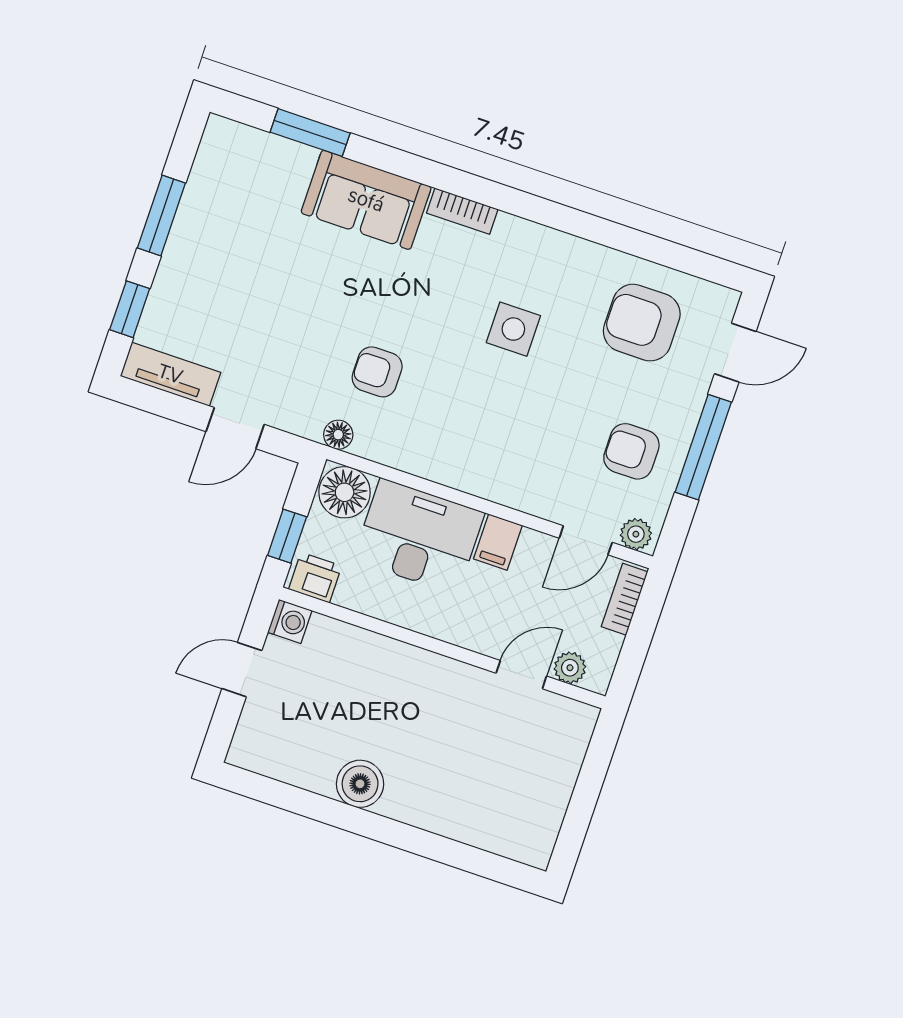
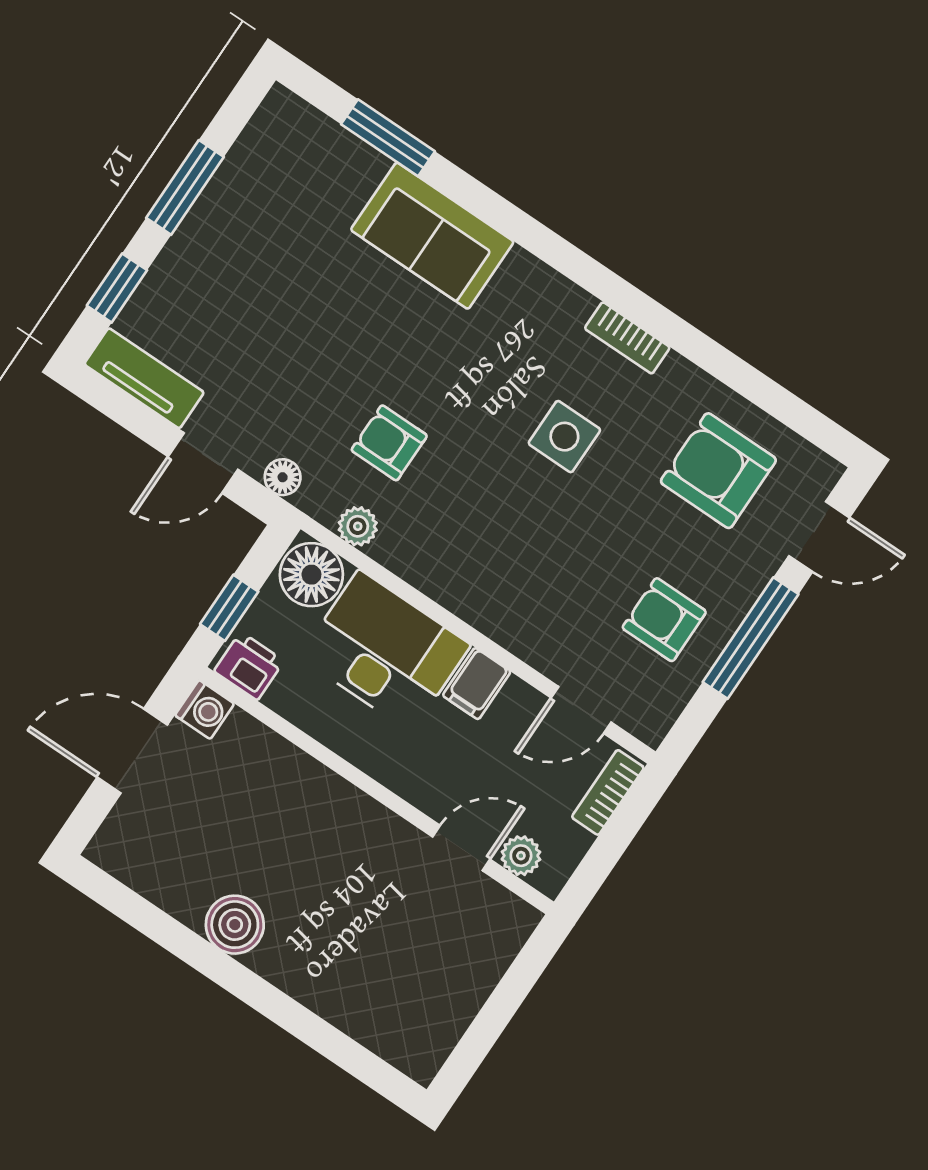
bookcase: (462, 211) -> (627, 338), moved
floor lamp: (338, 435) -> (283, 477), moved
plant: (636, 534) -> (358, 526), moved
door: (242, 670) -> (132, 751), width x1.38

